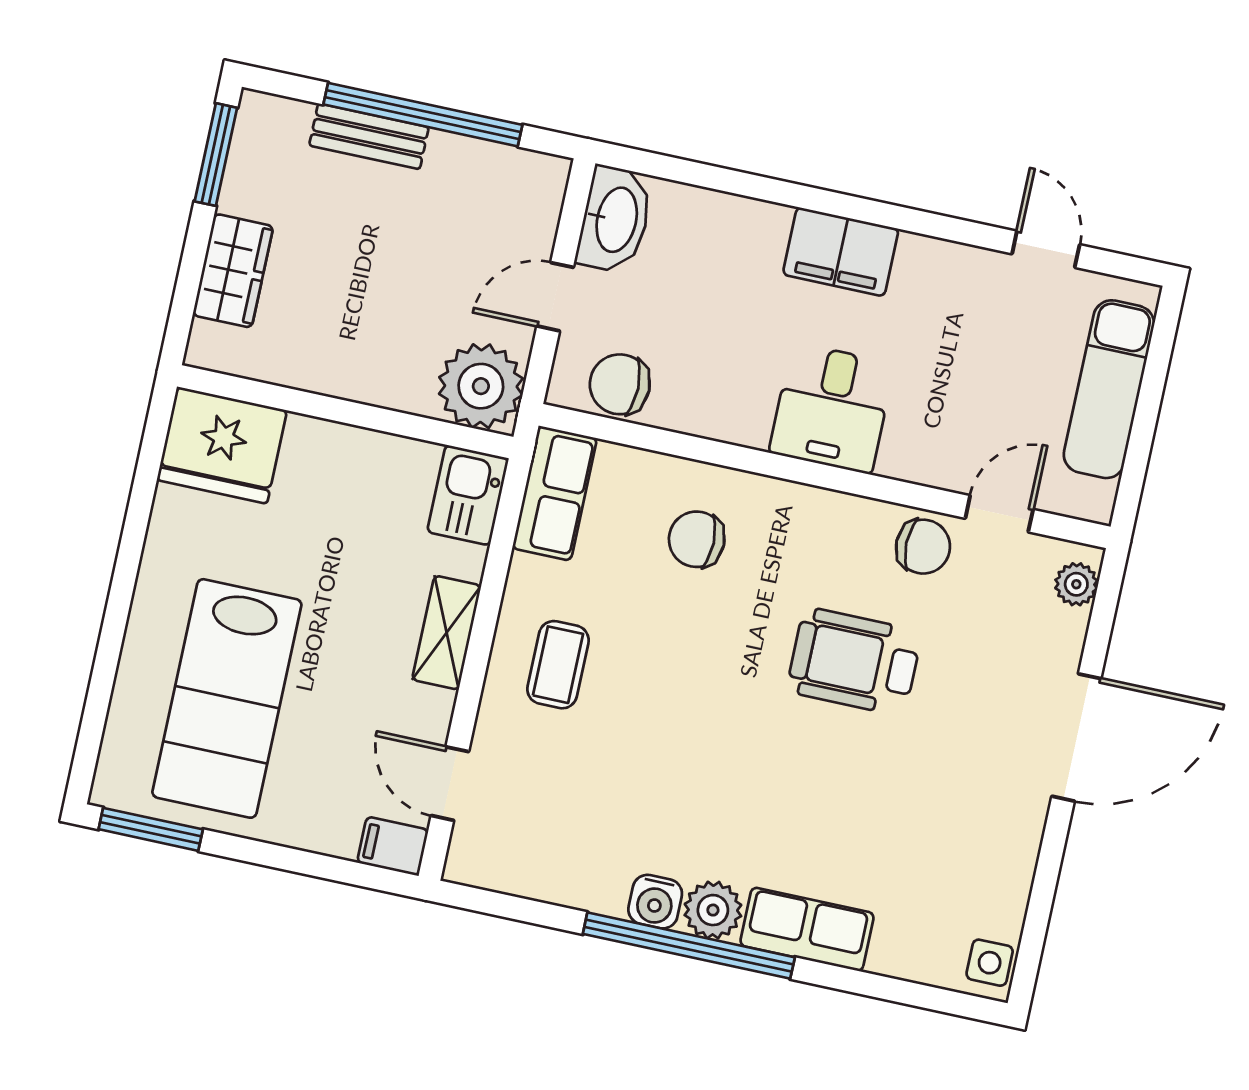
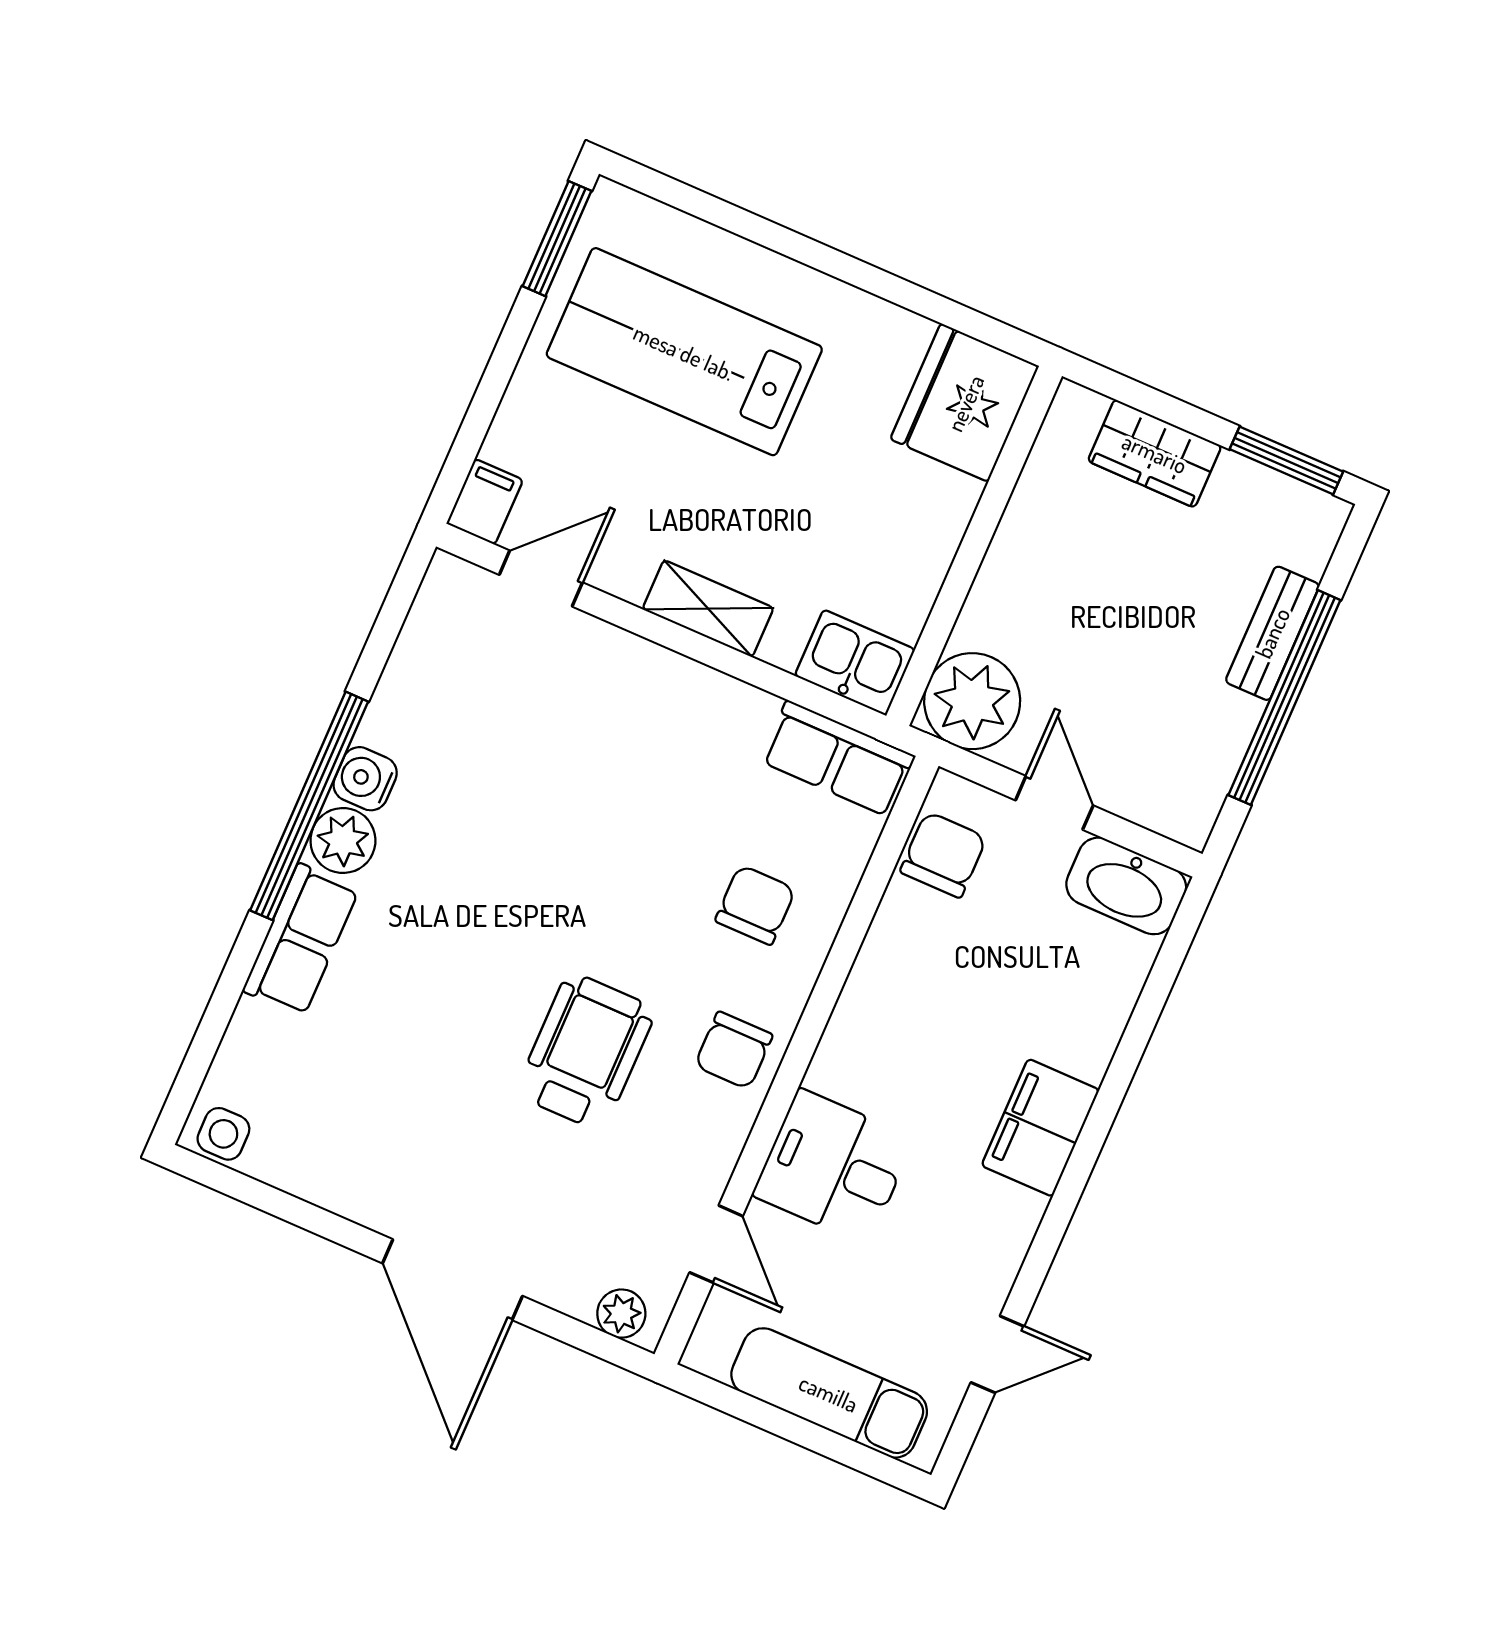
desk: (832, 408) -> (833, 1167), moved
chair: (923, 547) -> (734, 1050), moved
coffee table: (558, 665) -> (648, 724), removed

